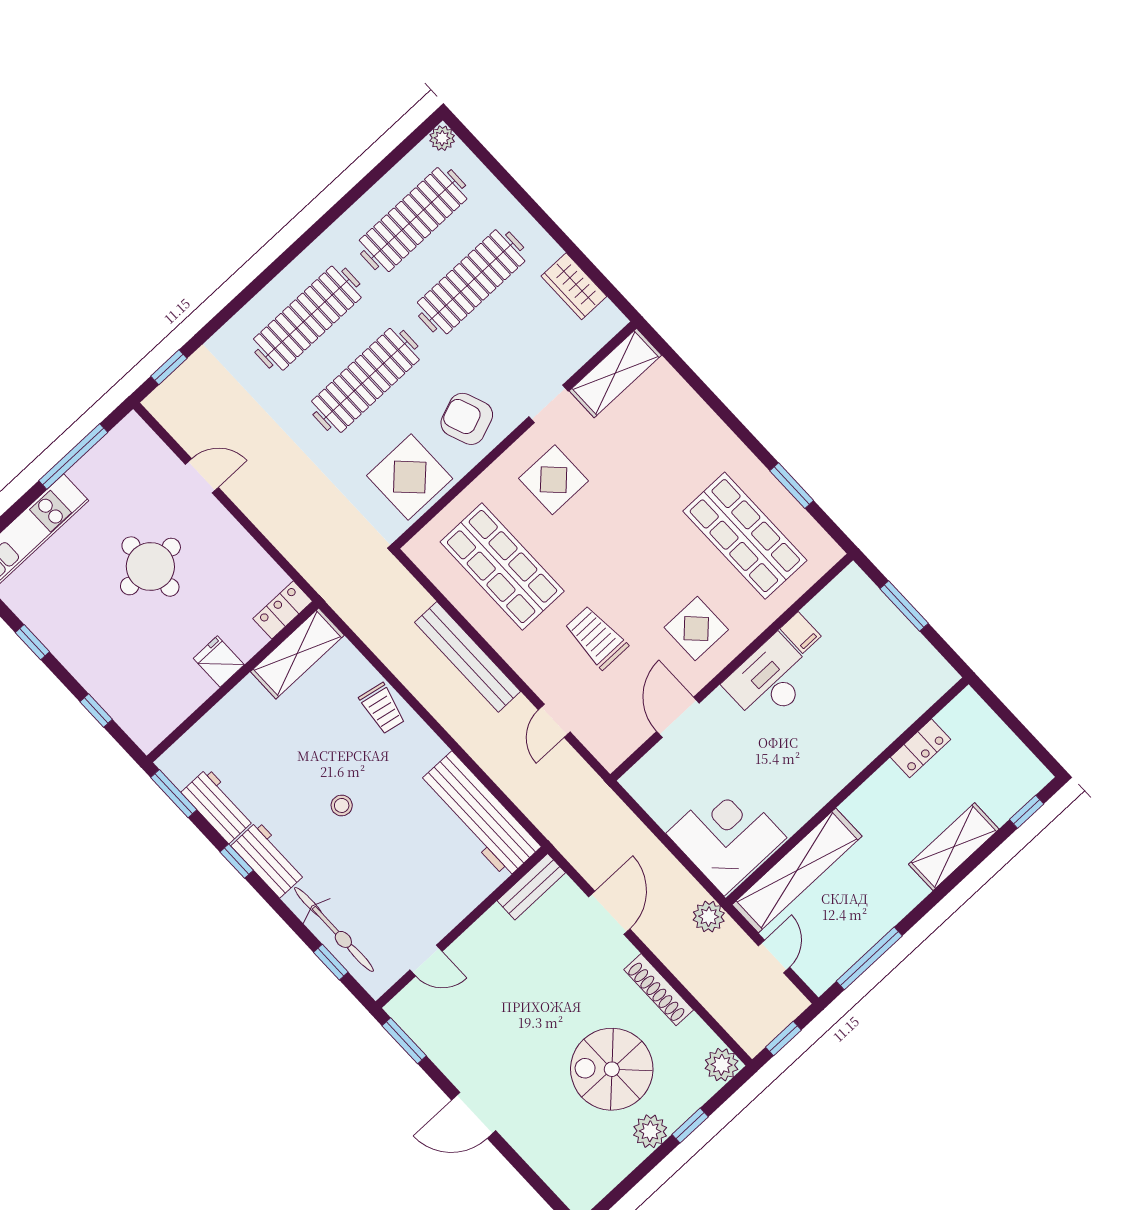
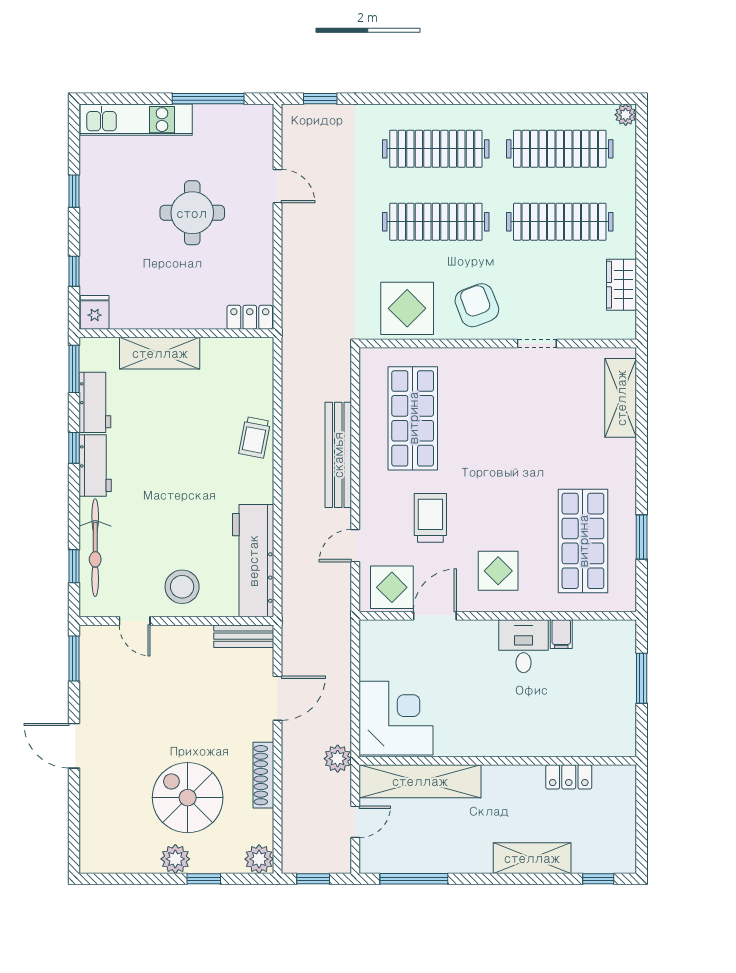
shelving: (615, 373) -> (621, 398), moved, turned 90
display table: (554, 480) -> (392, 587), moved
shelving: (297, 653) -> (160, 353), moved
fridge: (219, 662) -> (95, 312), moved
desk: (770, 680) -> (524, 646), width x0.73
stool: (342, 805) -> (182, 587), moved, width x1.89, depth x1.89

